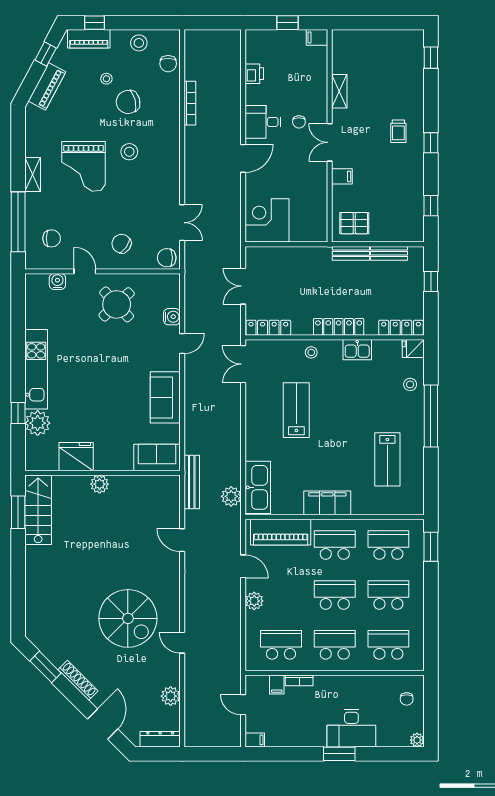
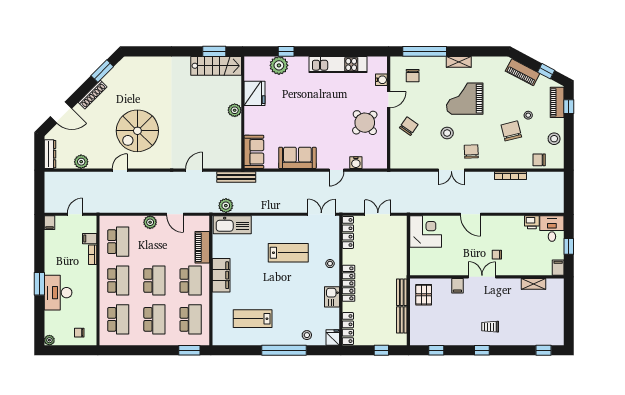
shelving: (339, 91) -> (533, 284), moved
desk: (263, 122) -> (552, 229), moved
stool: (129, 152) -> (447, 133), moved
double door: (182, 223) -> (451, 170), moved
chair: (167, 258) -> (471, 151), moved
door: (182, 344) -> (336, 170), hinge flipped
kitchen unit: (36, 369) -> (338, 64), moved
piano: (281, 532) -> (202, 247), width x0.73, depth x0.75
door: (243, 566) -> (175, 214), hinge flipped

